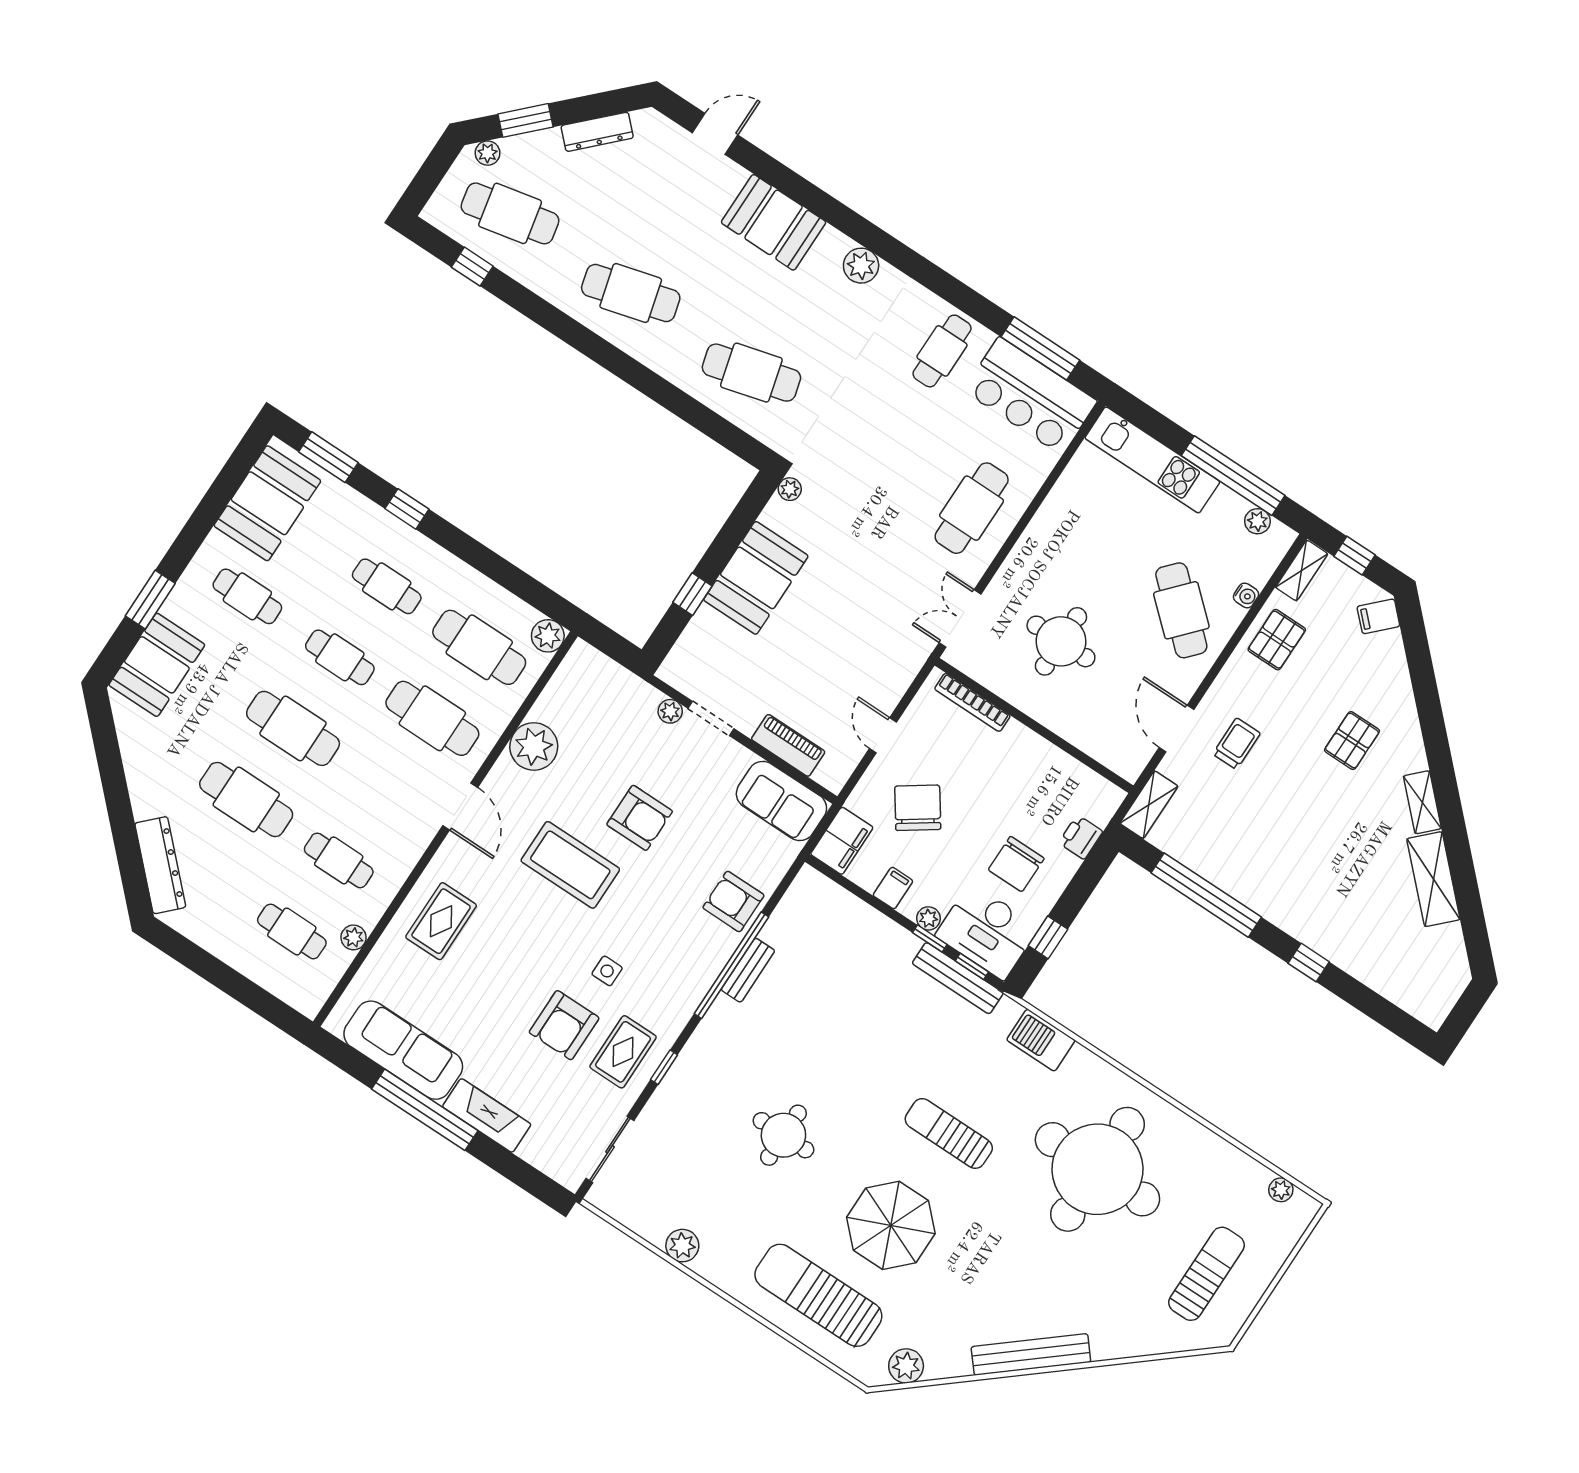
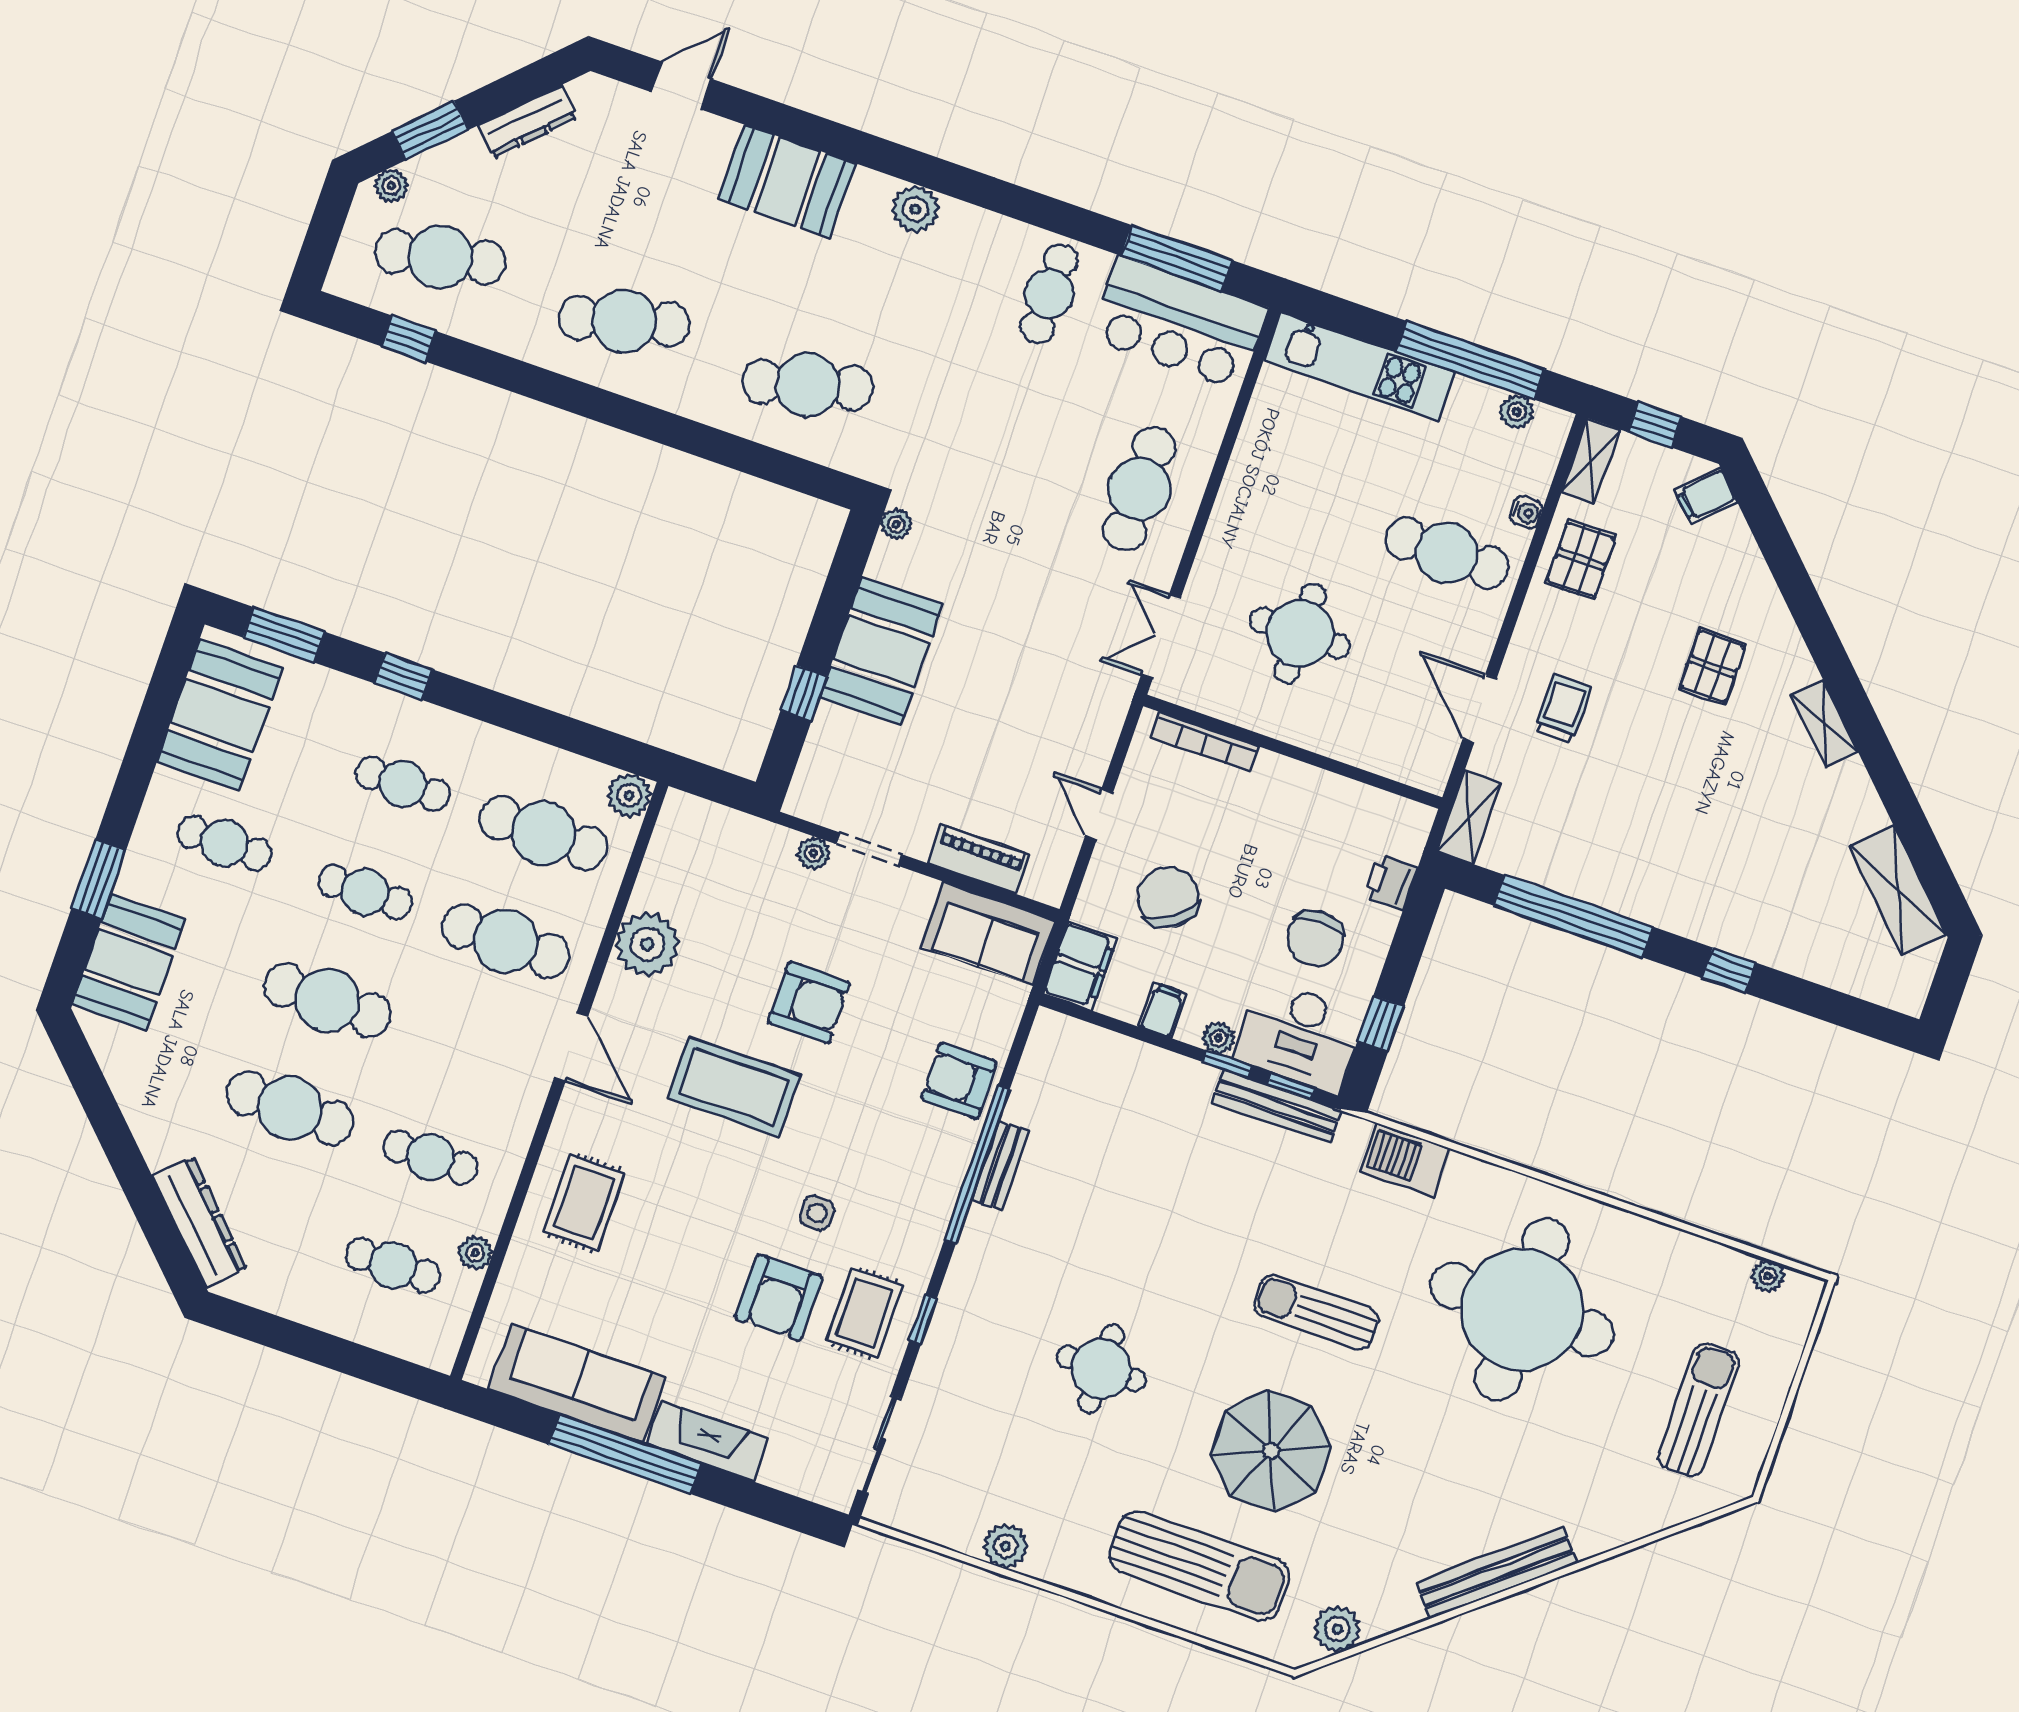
cafe table: (1181, 610) -> (1447, 553), turned -42
shelving: (1433, 879) -> (1898, 890), moved
sun lounger: (818, 1295) -> (1200, 1566), turned 180

